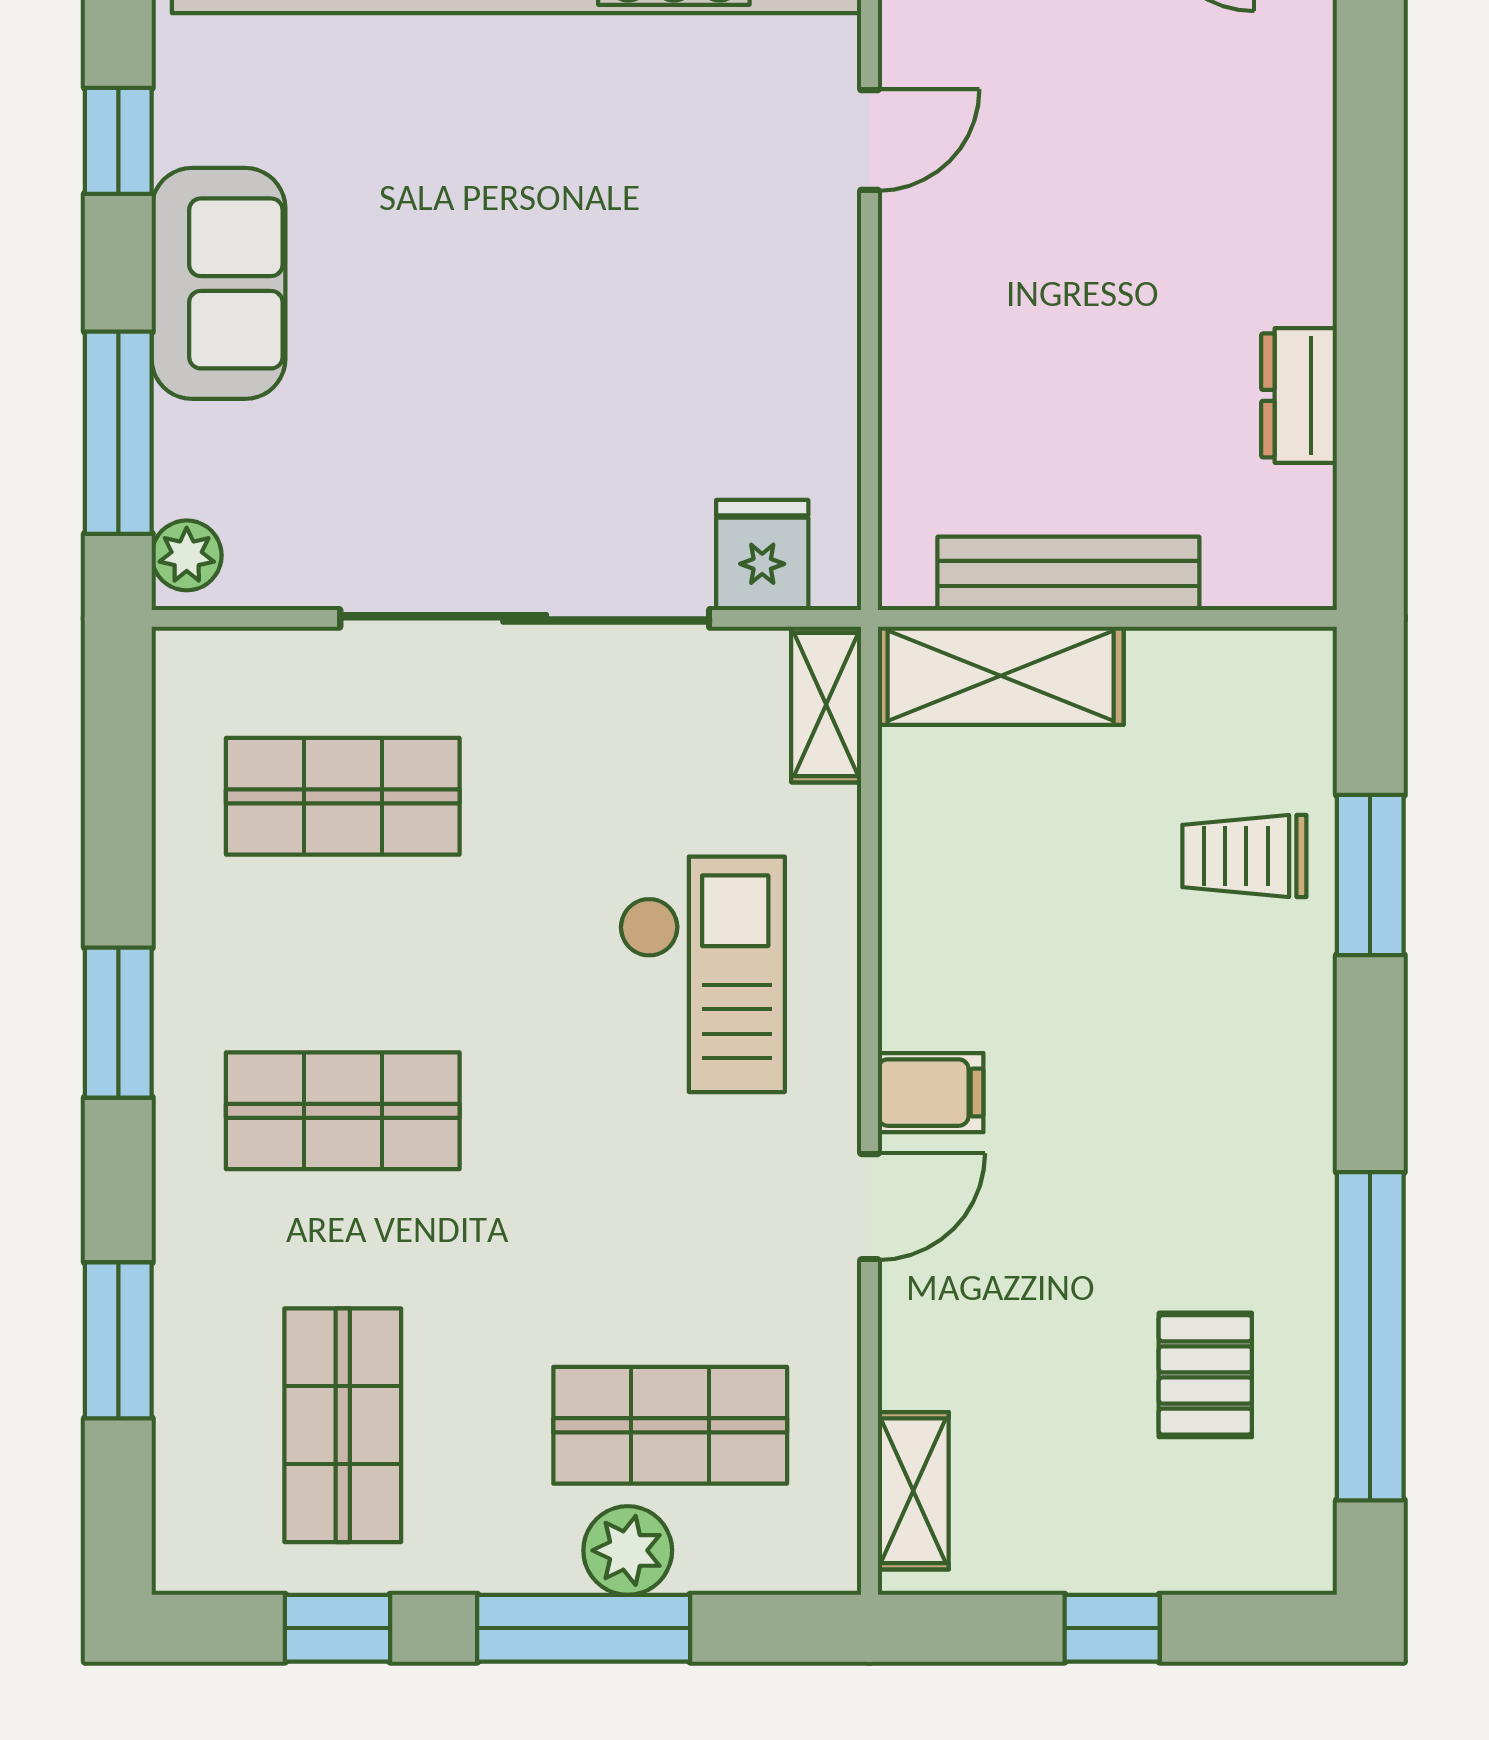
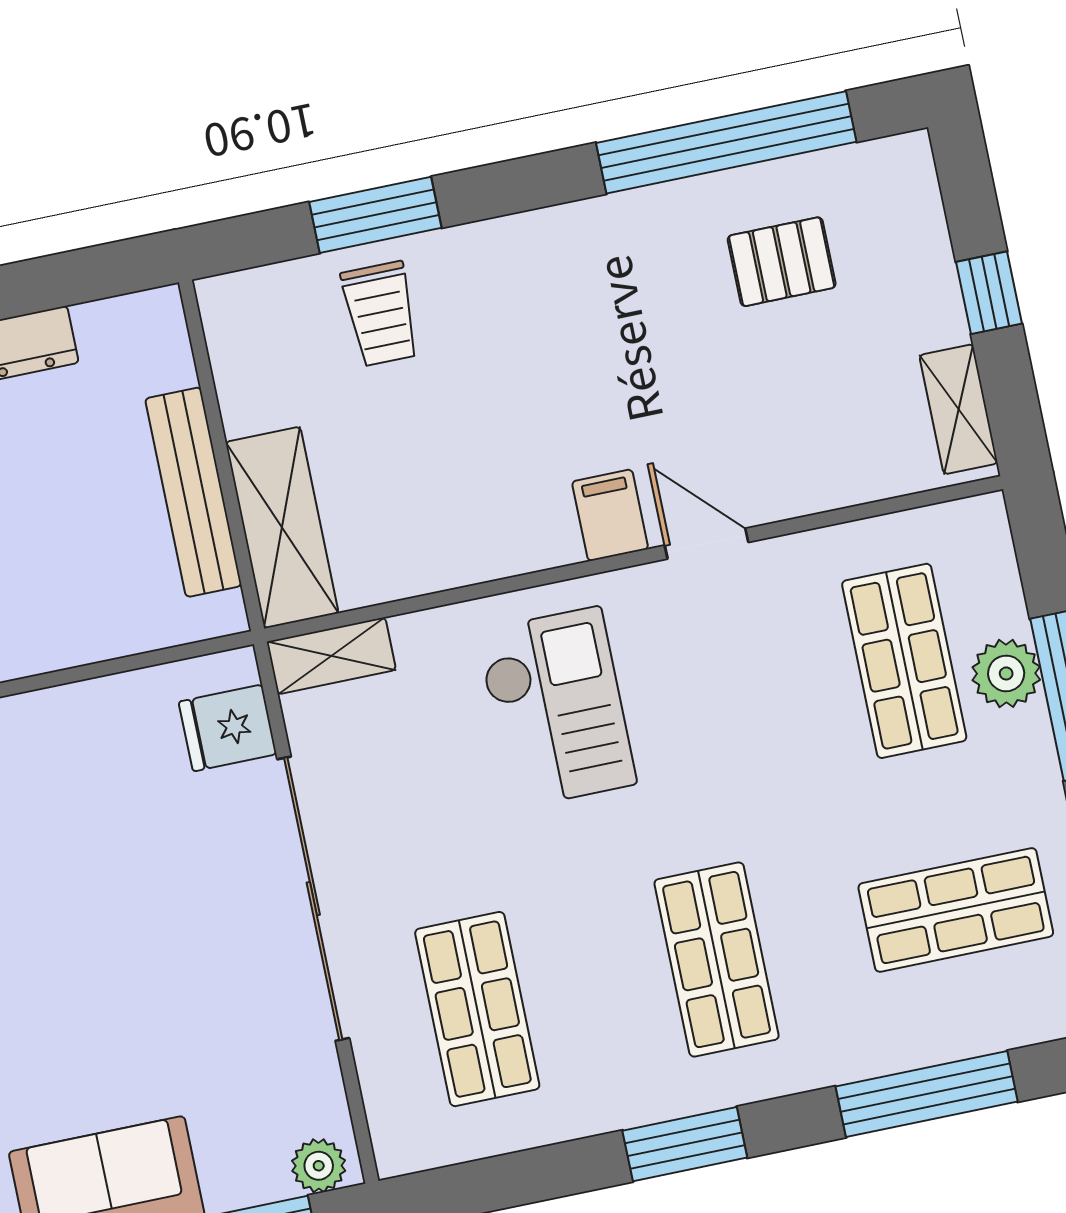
checkout: (702, 974) -> (556, 708), turned 90
window: (118, 1340) -> (927, 1094), width x1.44
shelving: (913, 1491) -> (959, 409), moved, turned 90

